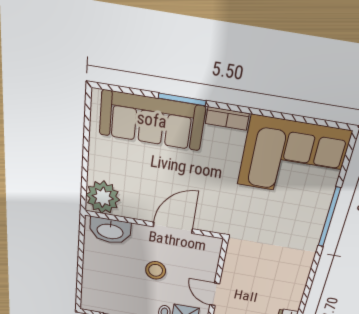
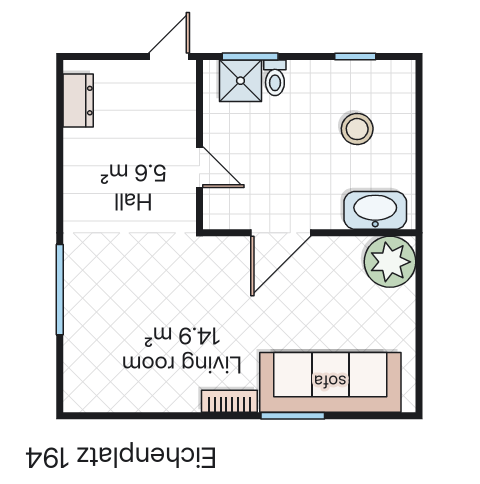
corner sofa: (293, 158) -> (131, 364), removed
stool: (156, 270) -> (357, 129), moved
door: (215, 294) -> (199, 167), moved

